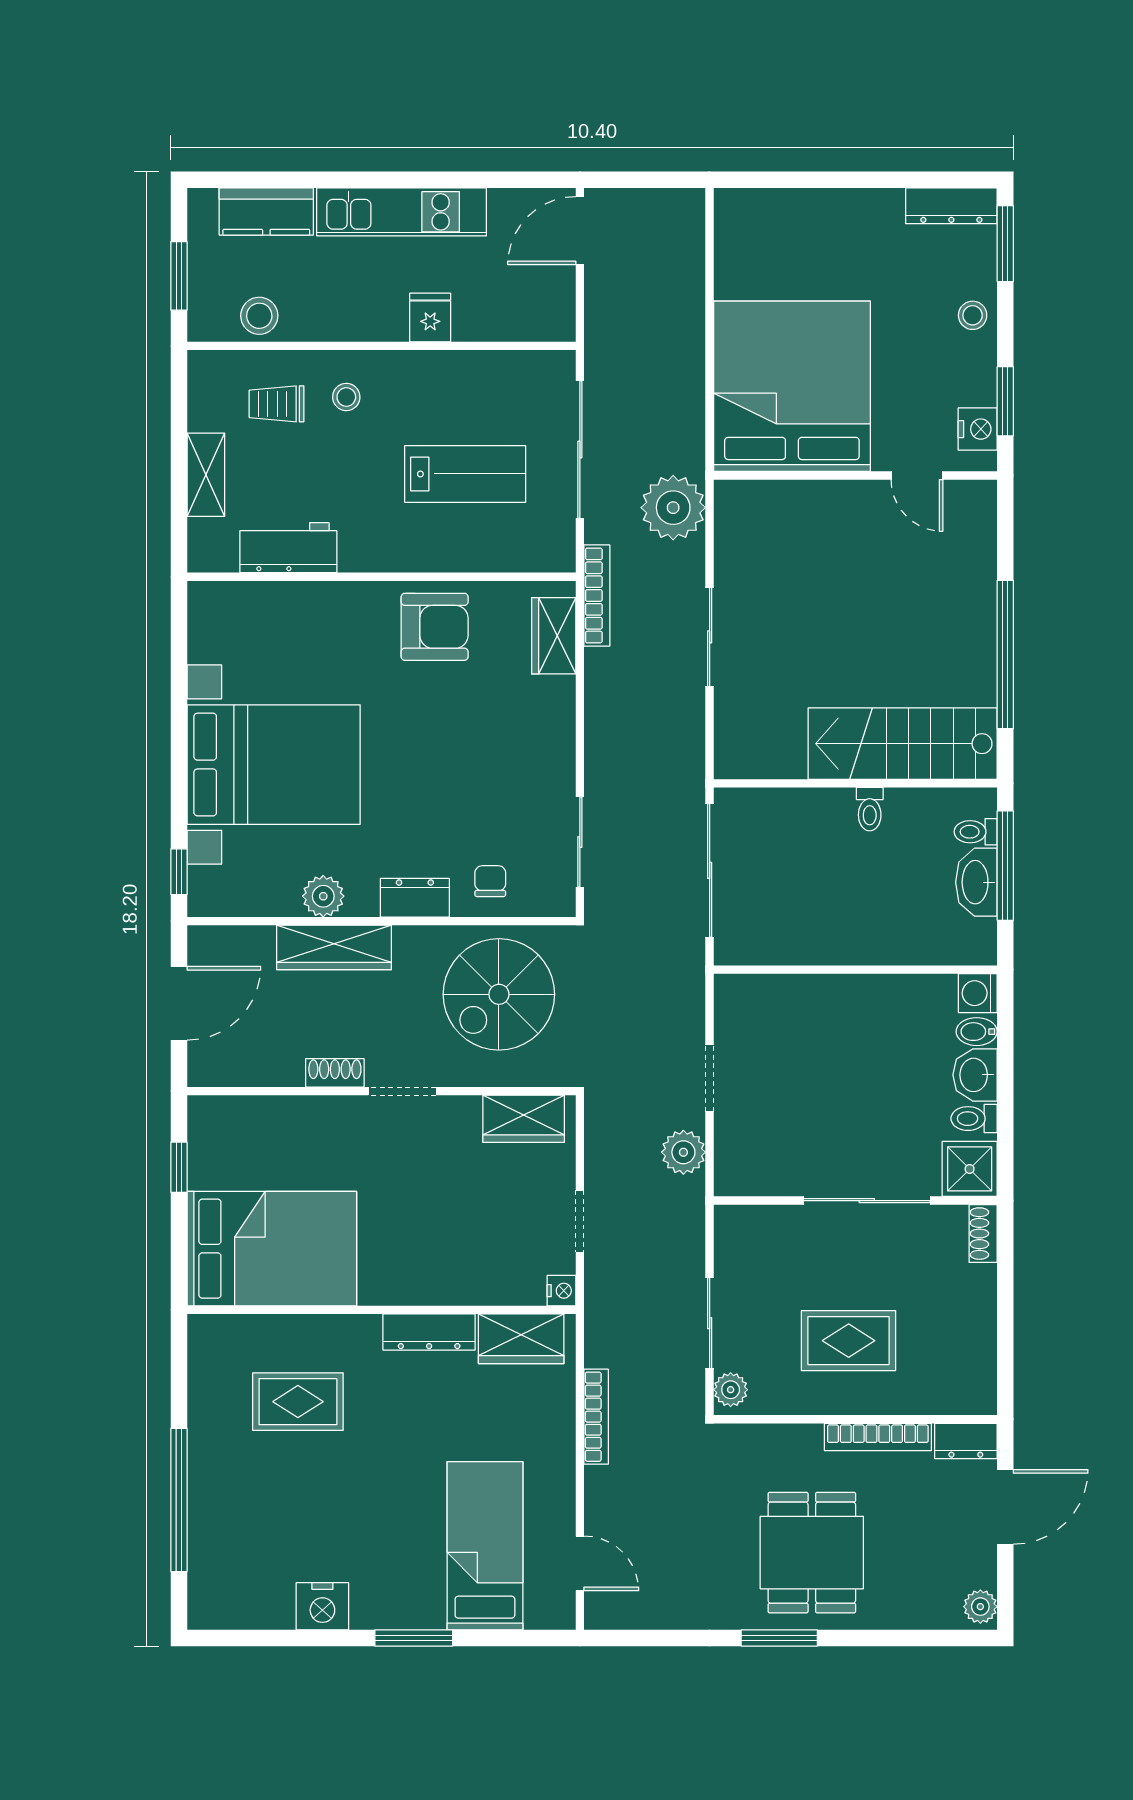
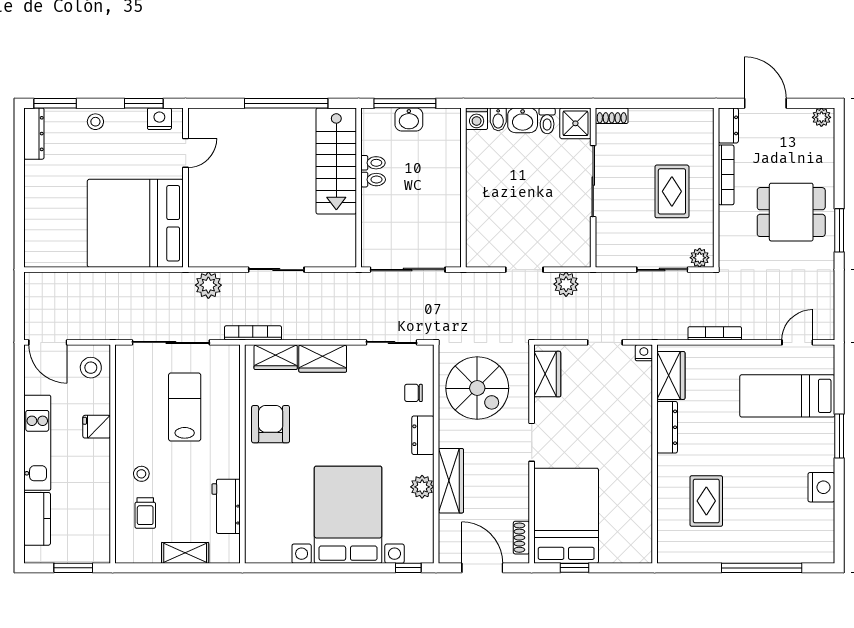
stool: (259, 316) -> (91, 368), moved
plant: (673, 508) -> (208, 285), width x0.73, depth x0.73
wardrobe: (551, 719) -> (323, 359), added
toilet: (976, 832) -> (373, 163), moved, turned -90
washbasin: (976, 882) -> (409, 120), width x0.72
shoe rack: (335, 1073) -> (521, 538), moved
bed: (272, 1249) -> (566, 516), moved

